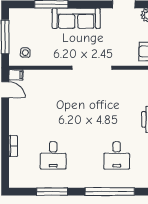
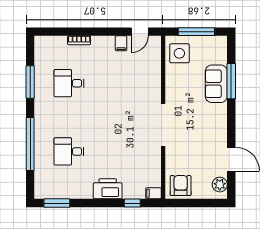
sofa: (76, 18) -> (216, 84), moved, width x0.73
side table: (25, 53) -> (179, 53), width x1.87, depth x1.87
filing cabinet: (16, 75) -> (121, 43), moved

